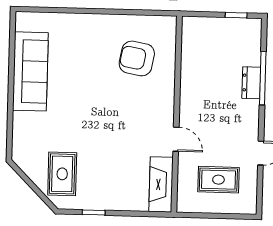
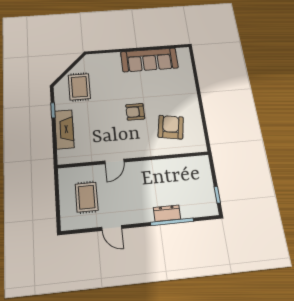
armchair: (109, 103) -> (135, 112), added
rug: (62, 174) -> (79, 87), turned 90
fireplace: (161, 184) -> (64, 129), moved, turned 90

